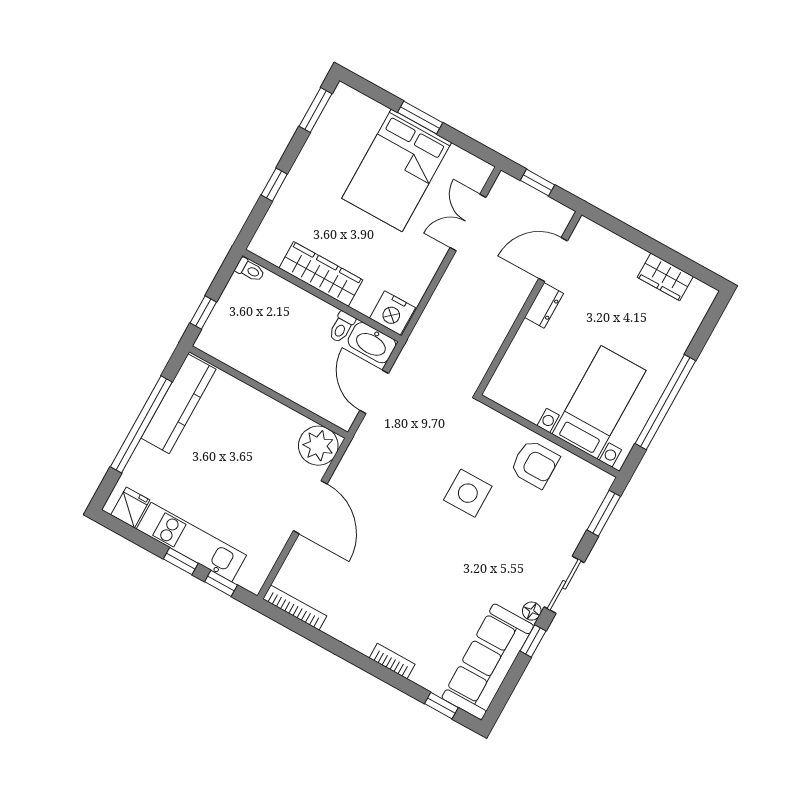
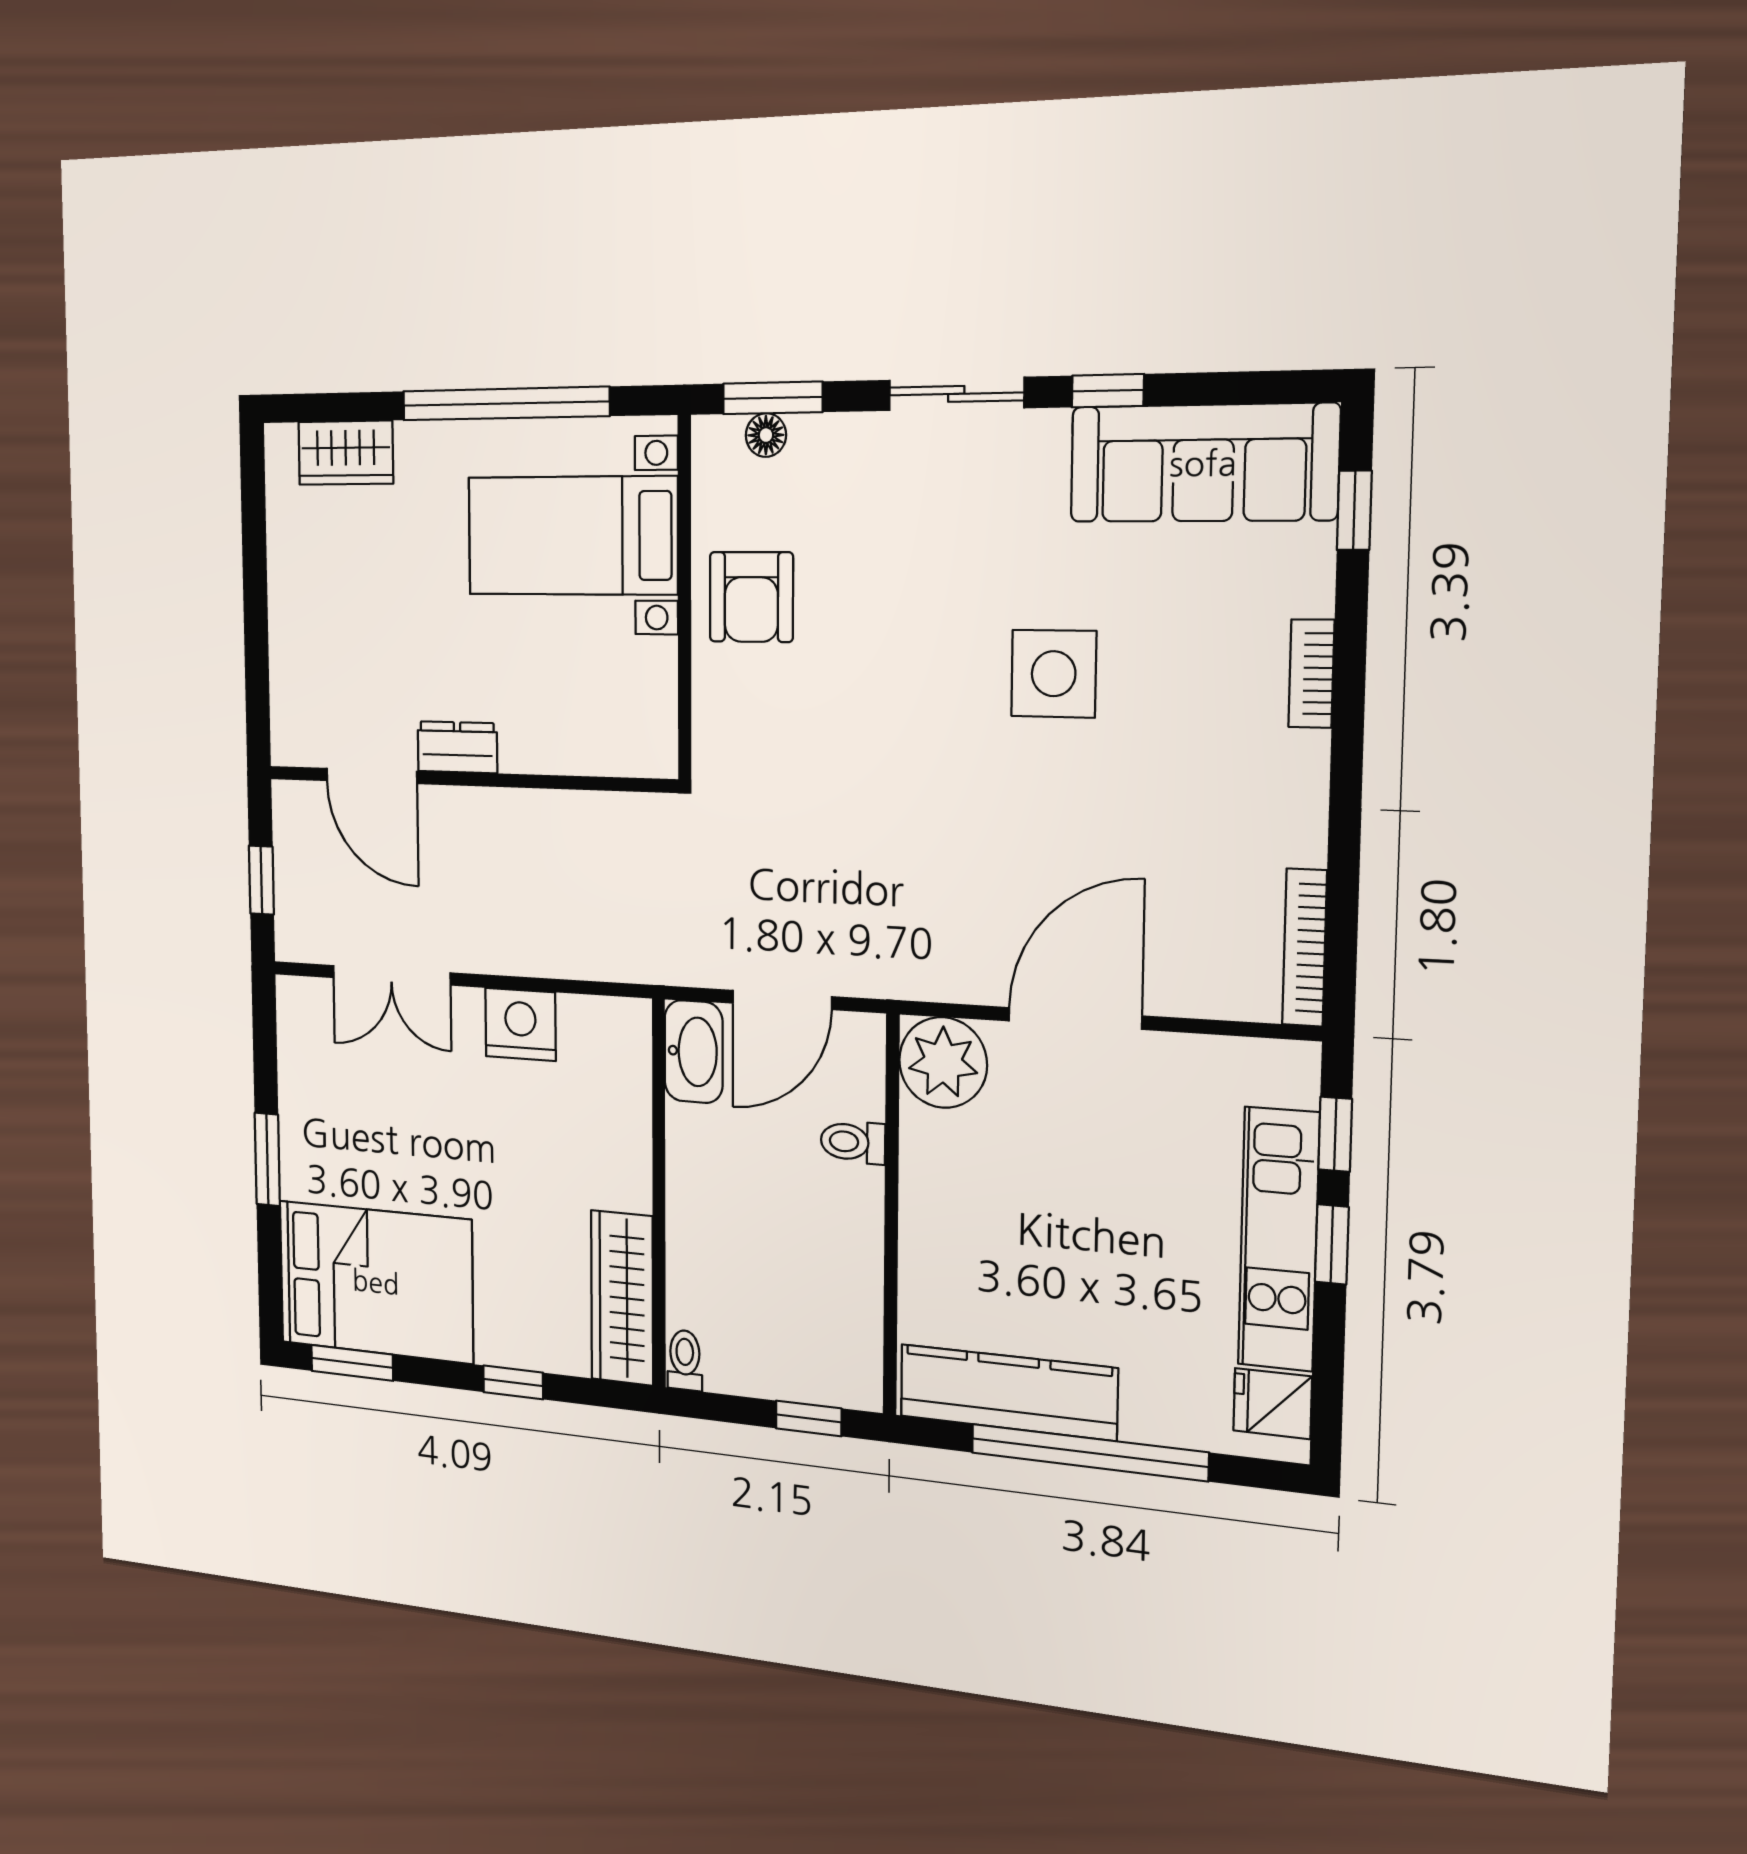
bed: (397, 170) -> (376, 1282), moved
wardrobe: (321, 274) -> (622, 1298), moved
wardrobe: (665, 277) -> (346, 453), moved, turned 90
nightstand: (392, 313) -> (520, 1024), moved, turned -90
toilet: (342, 327) -> (853, 1142), moved, turned 180
armchair: (535, 464) -> (751, 597), turned 180
side table: (468, 493) -> (1054, 674), moved
floor lamp: (532, 611) -> (766, 435), moved

